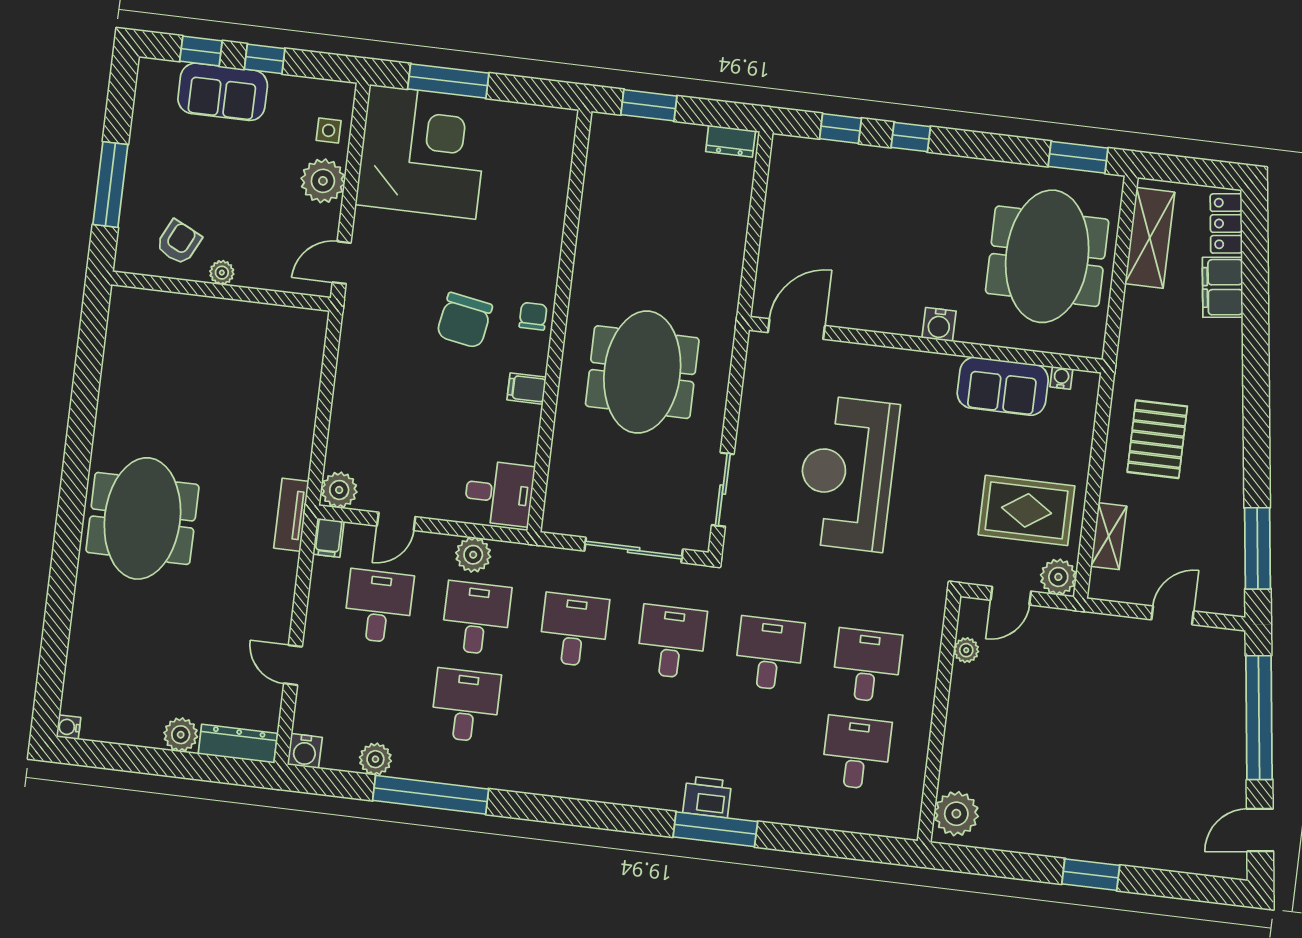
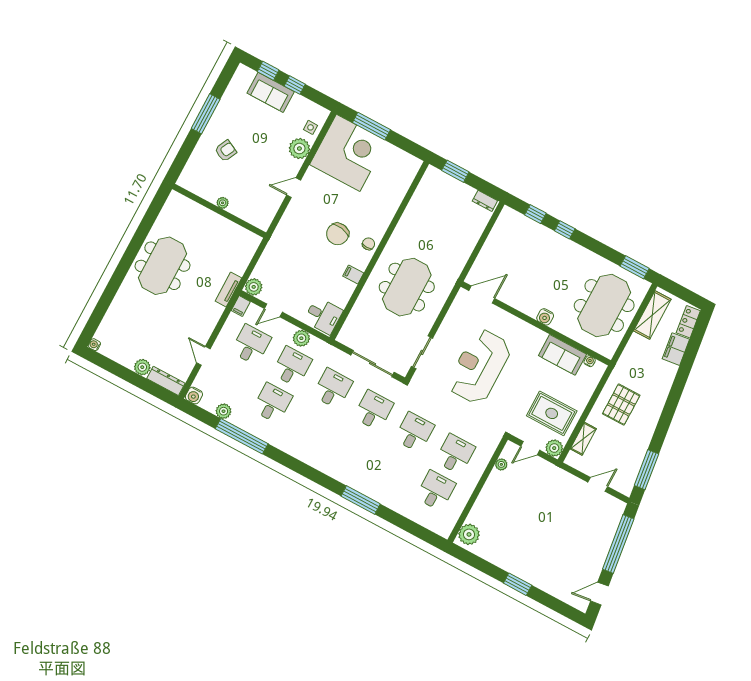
plant: (222, 273) -> (223, 203), moved
wall: (221, 291) -> (219, 211), moved
printer: (707, 797) -> (363, 484), removed

